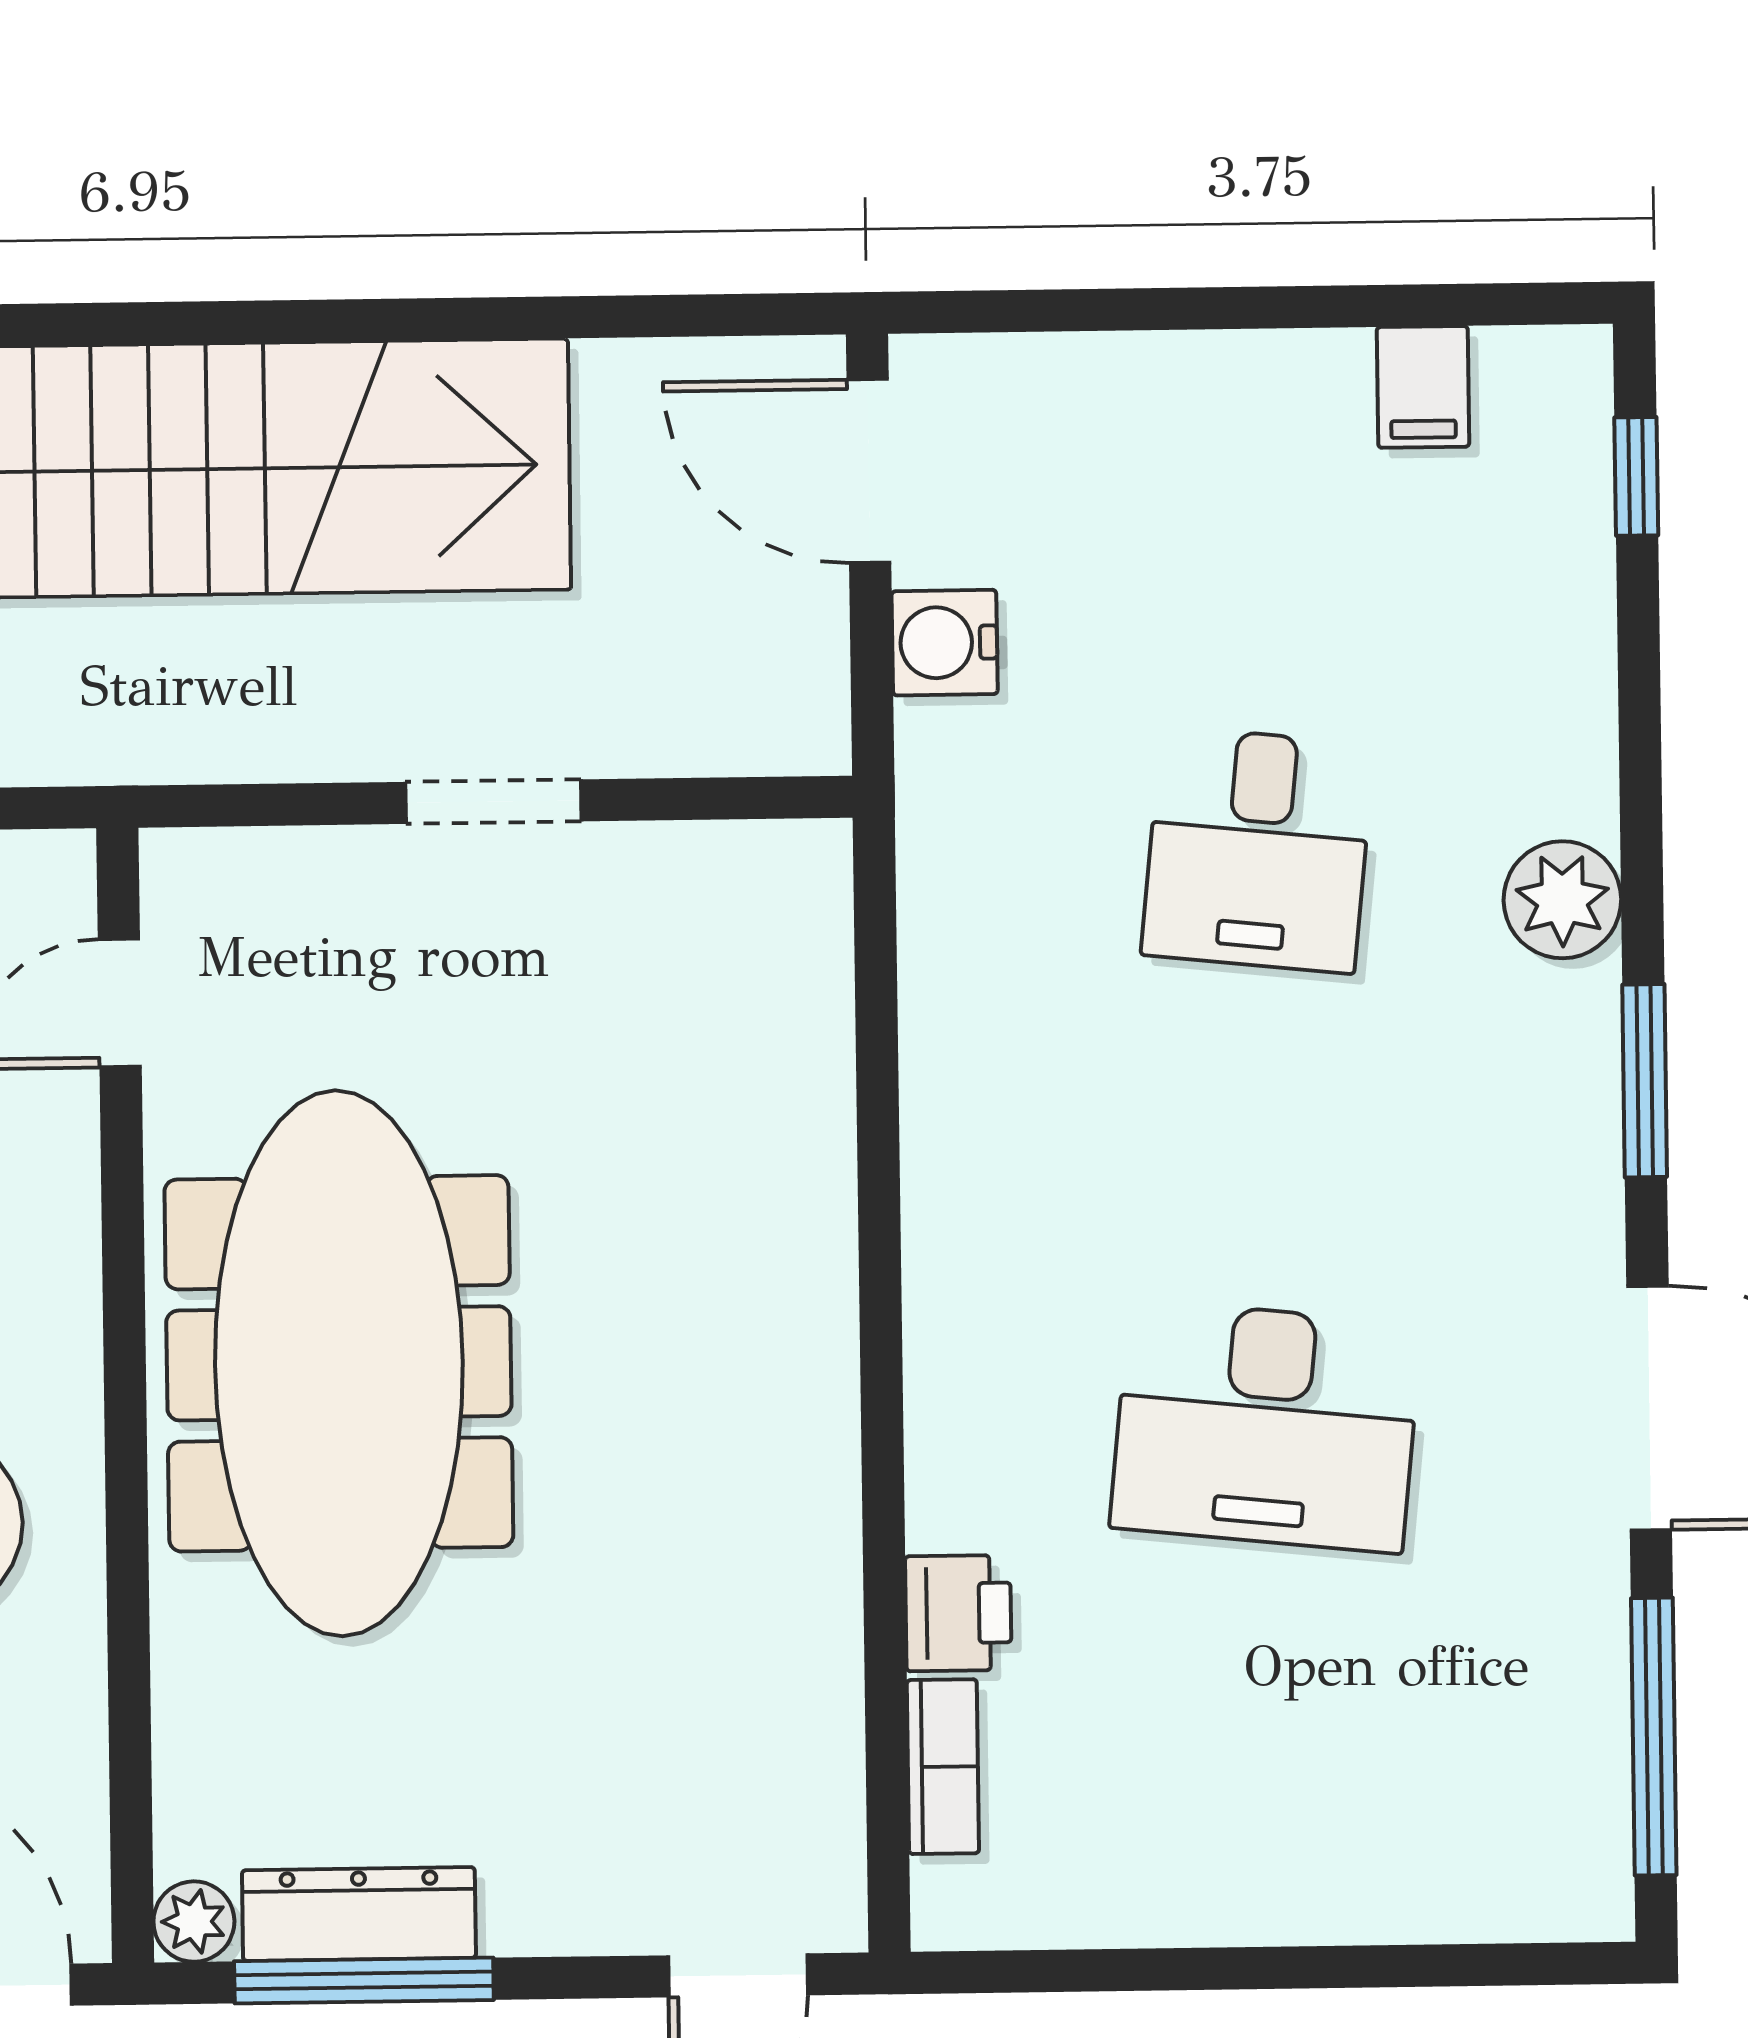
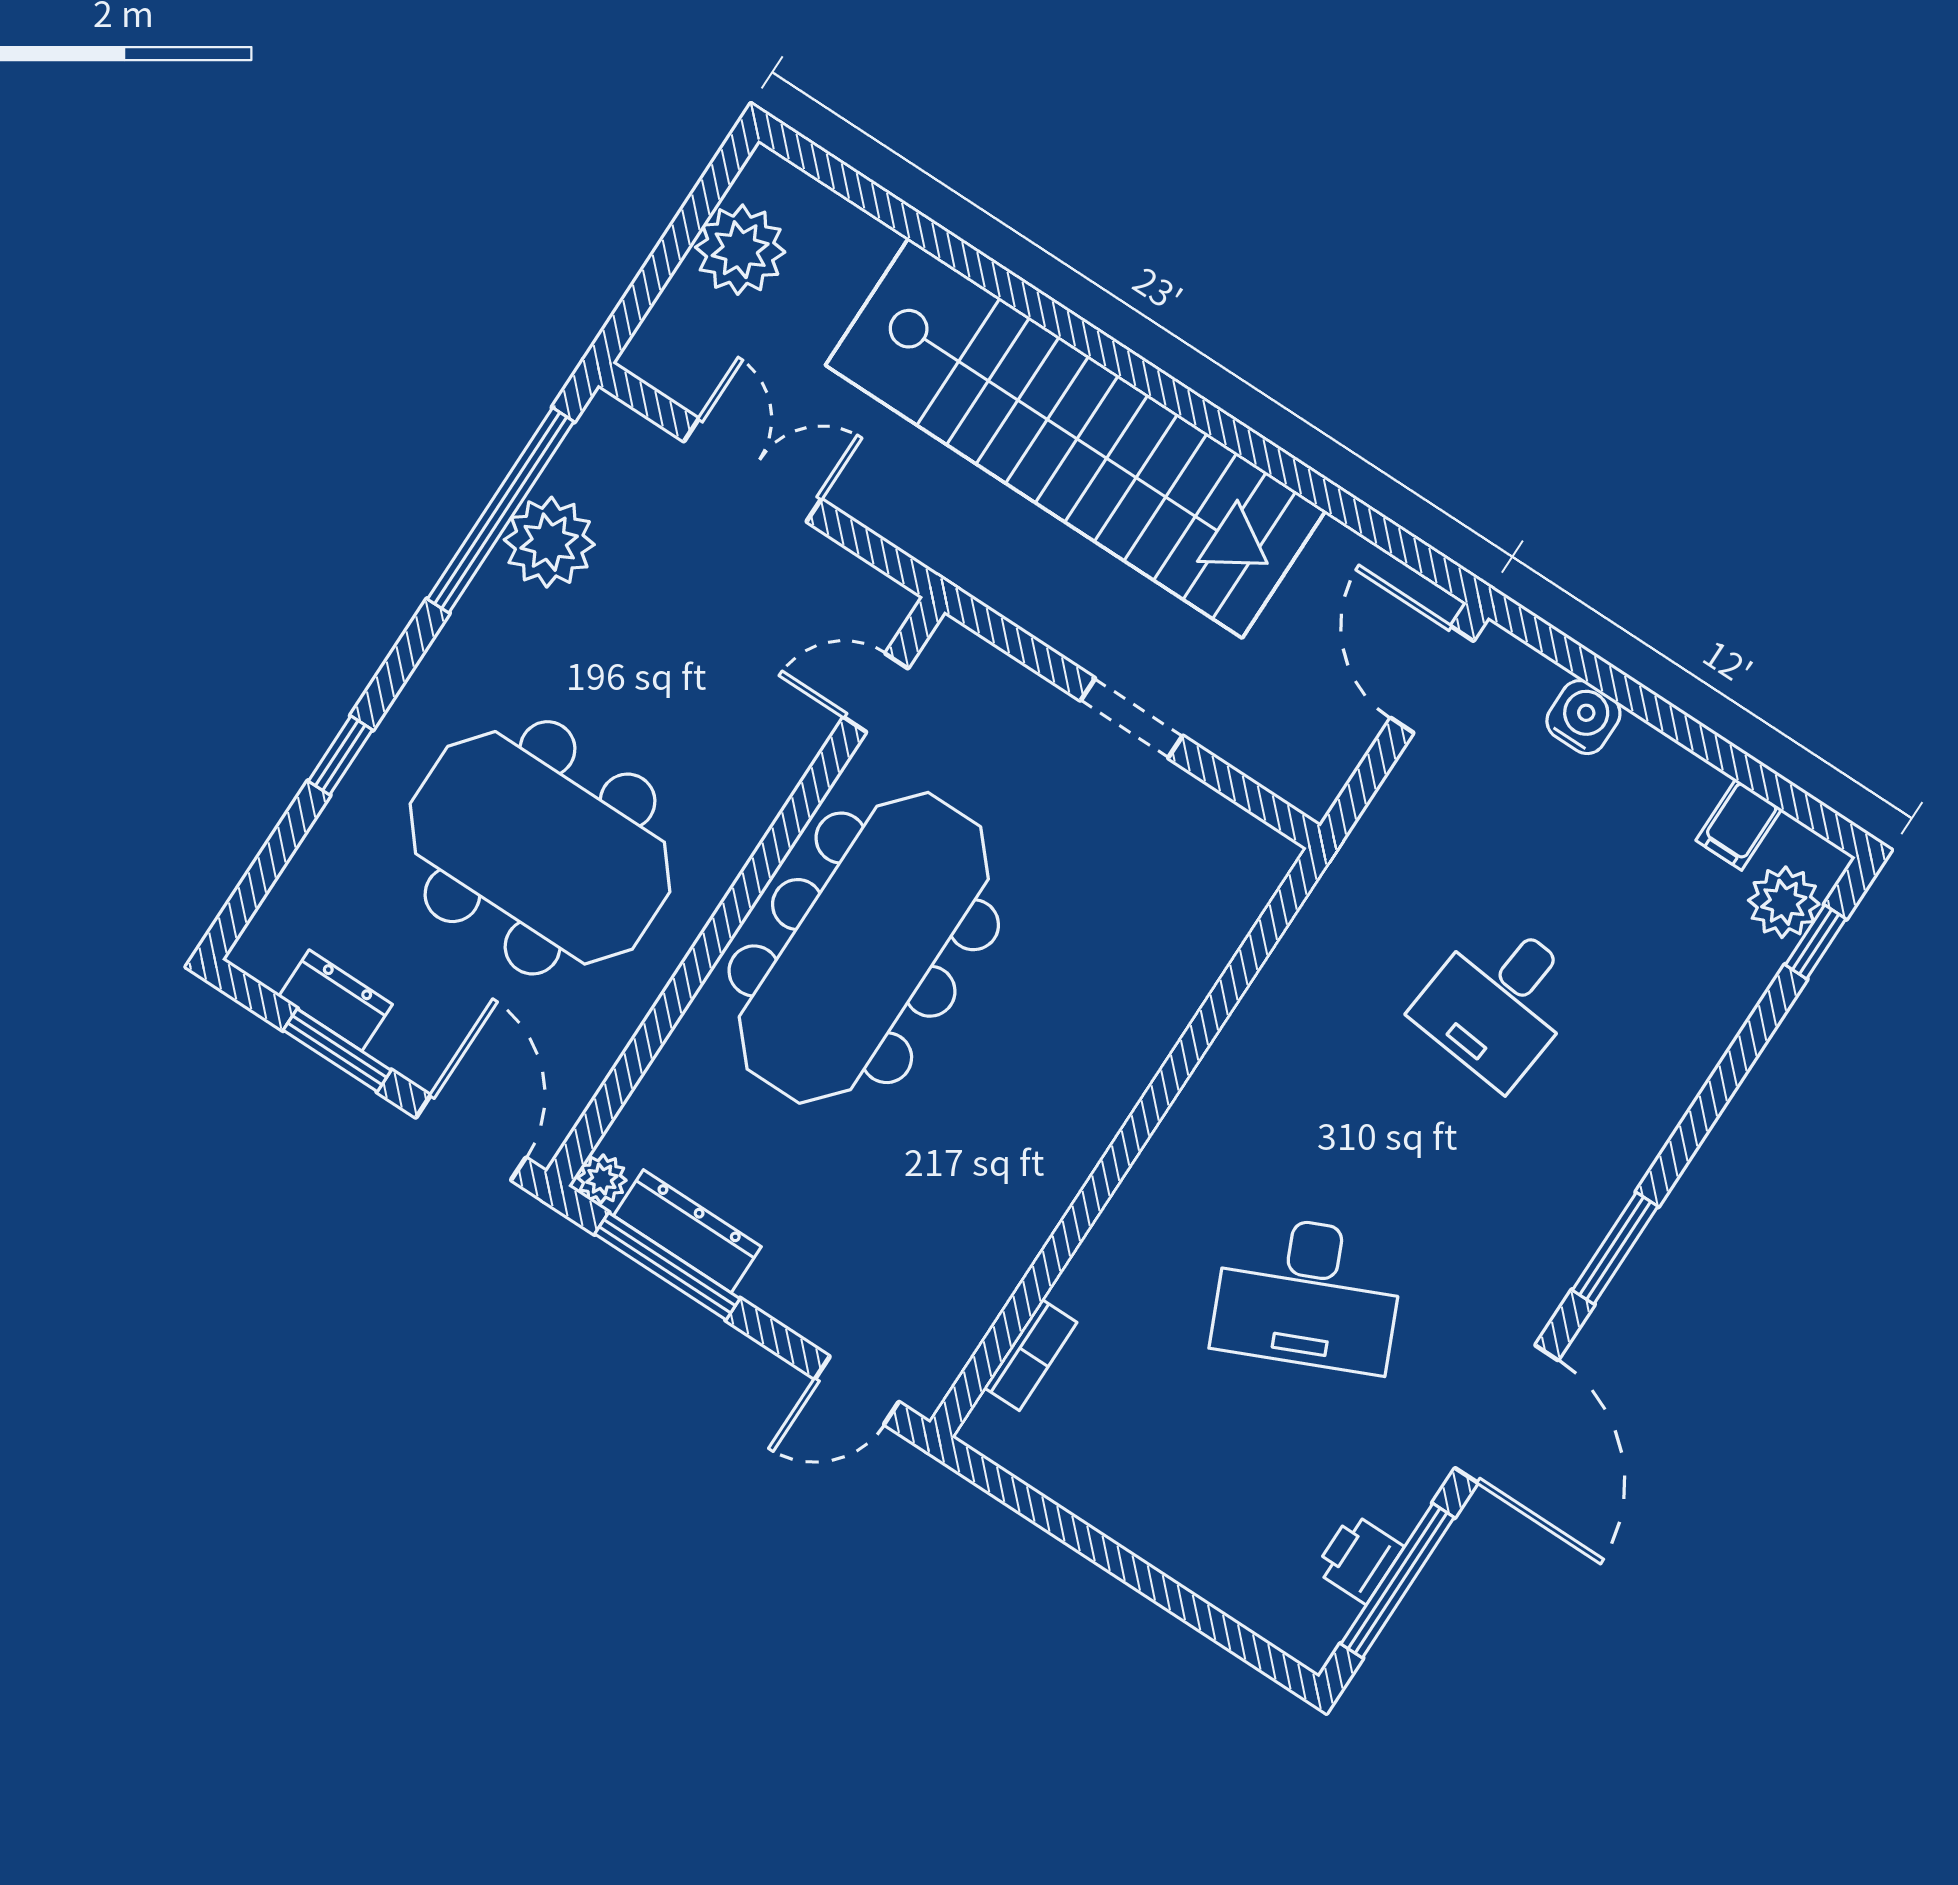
water cooler: (945, 643) -> (1583, 717), moved, turned 90
plant: (1562, 900) -> (1784, 902), moved
desk: (1266, 1426) -> (1308, 1293), turned -30
printer: (958, 1613) -> (1359, 1559), moved, turned 180

